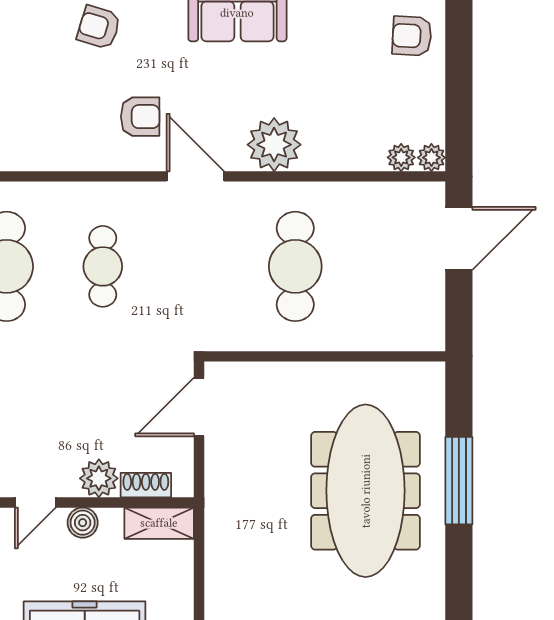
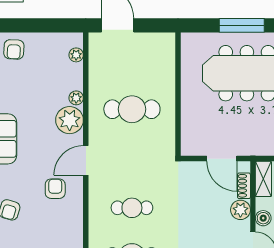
plant: (431, 158) -> (76, 98), moved
door: (199, 407) -> (222, 159), moved

